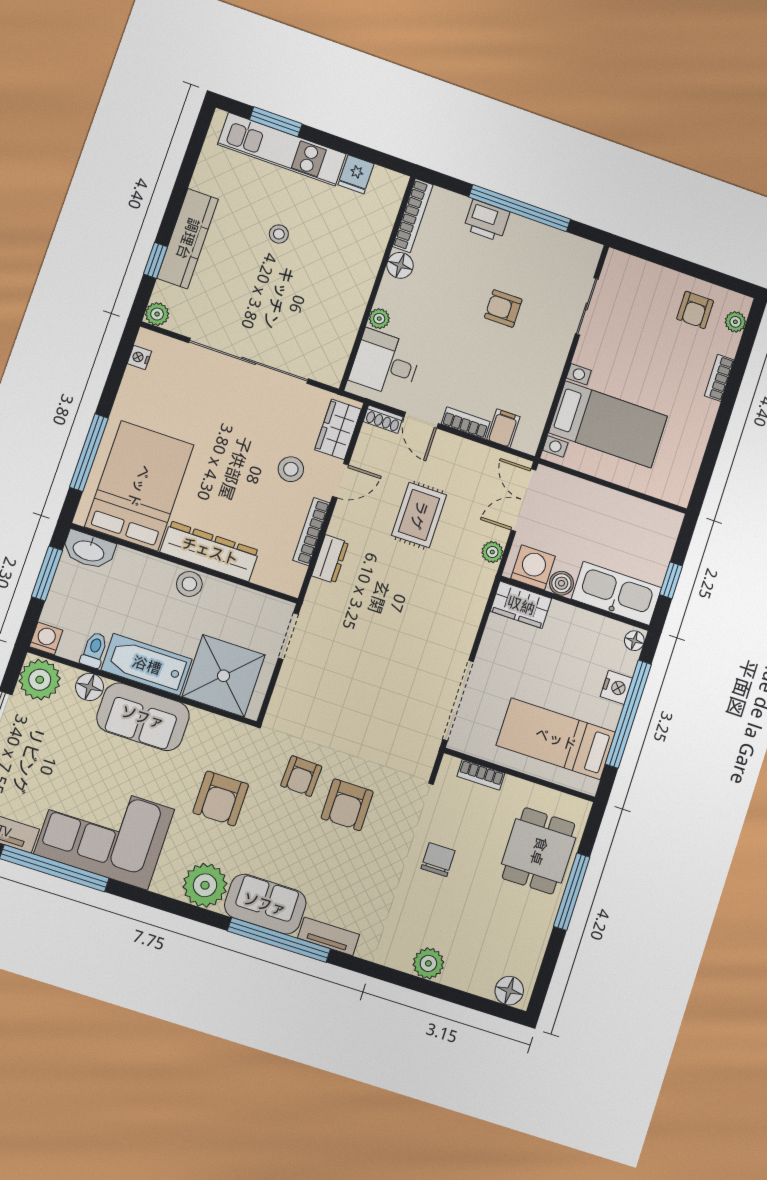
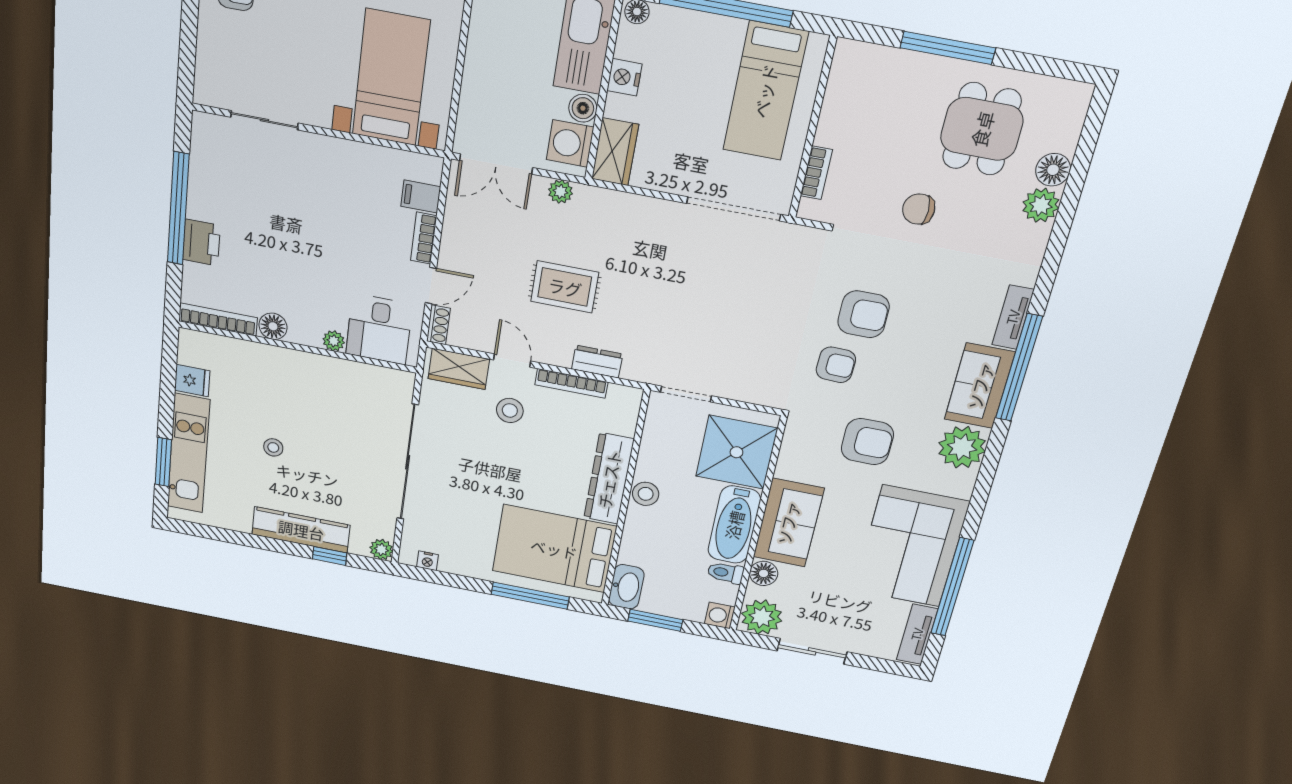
armchair: (503, 308) -> (290, 213), removed
rug: (419, 515) -> (565, 287), moved
nightstand: (616, 687) -> (624, 77), moved, turned -90
dining table: (539, 851) -> (982, 129), moved, turned 90
floor lamp: (509, 991) -> (1053, 170), moved

